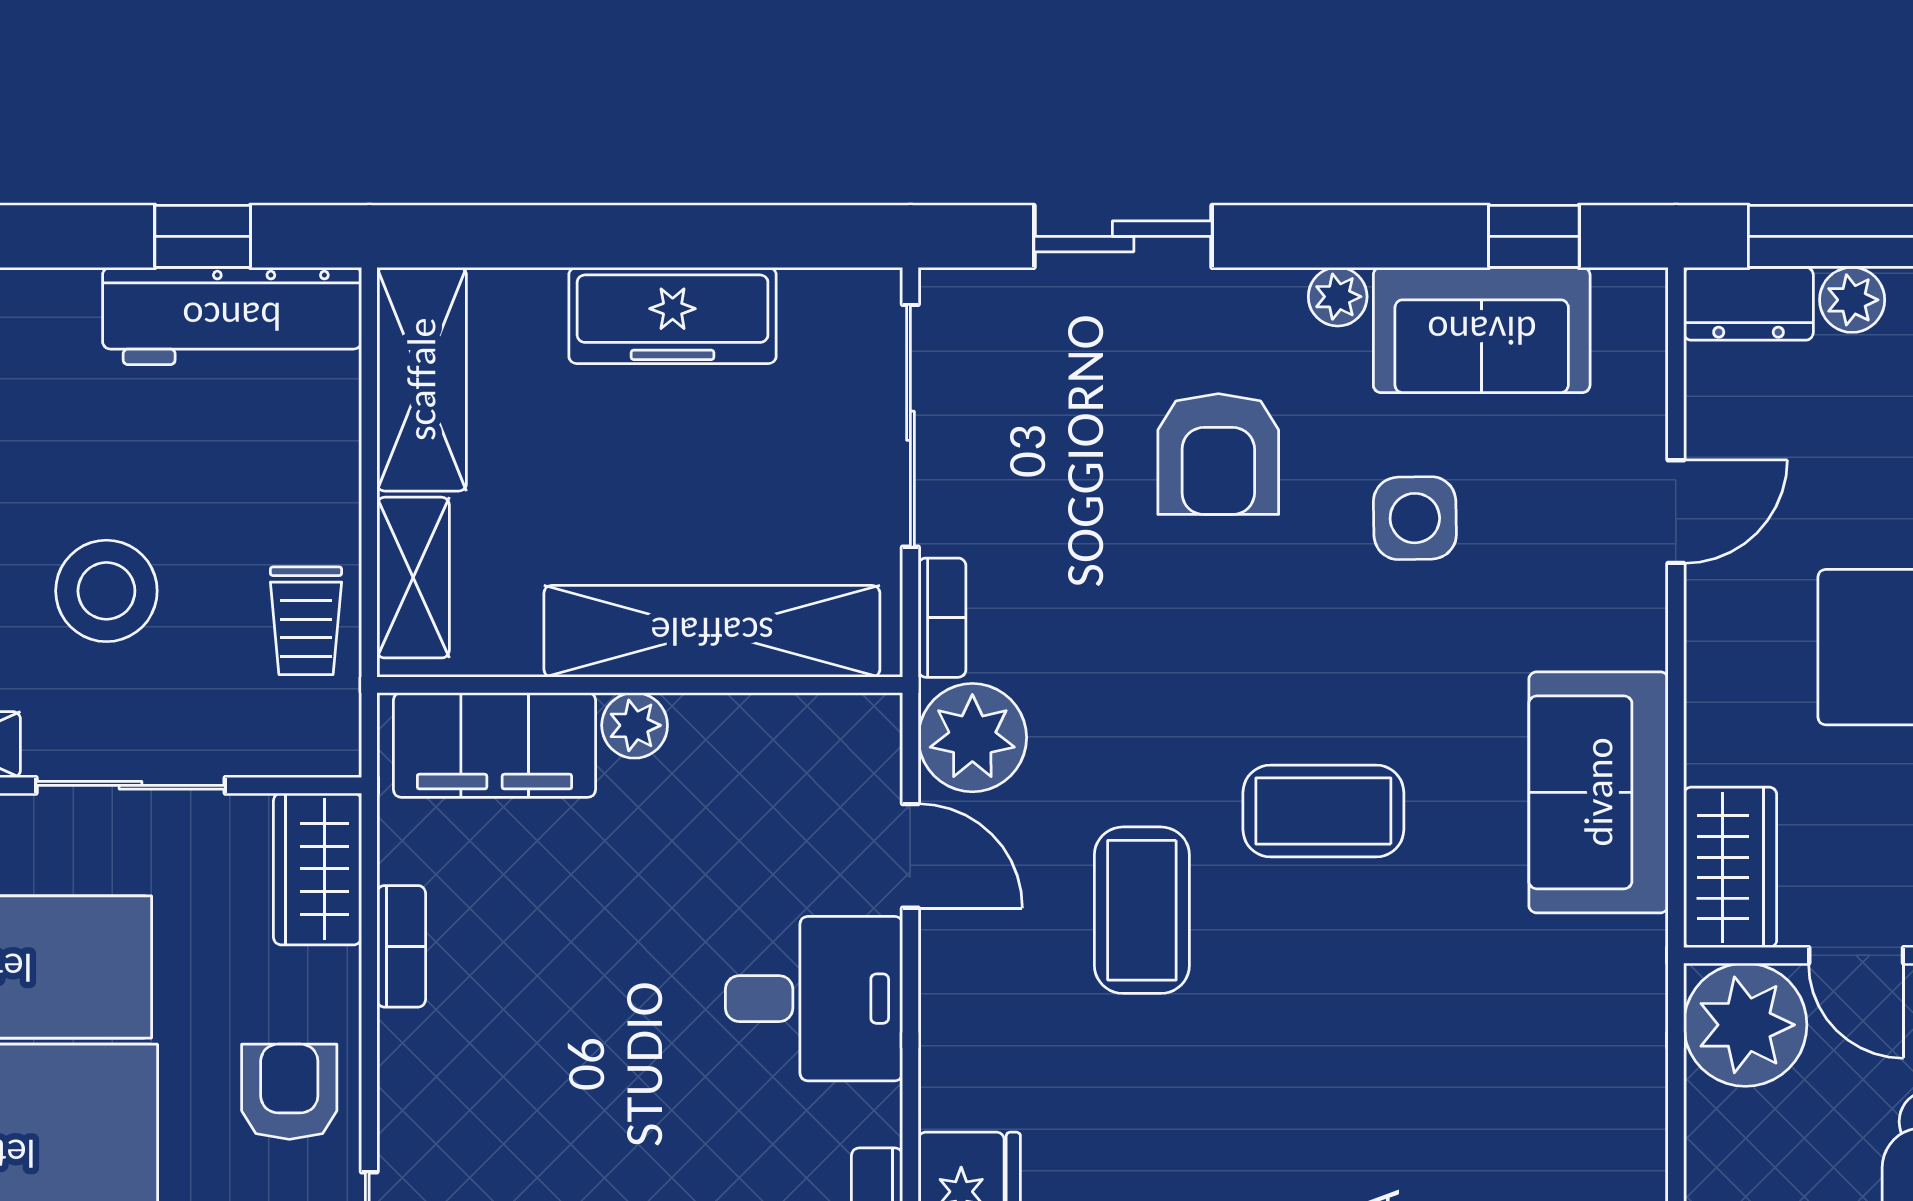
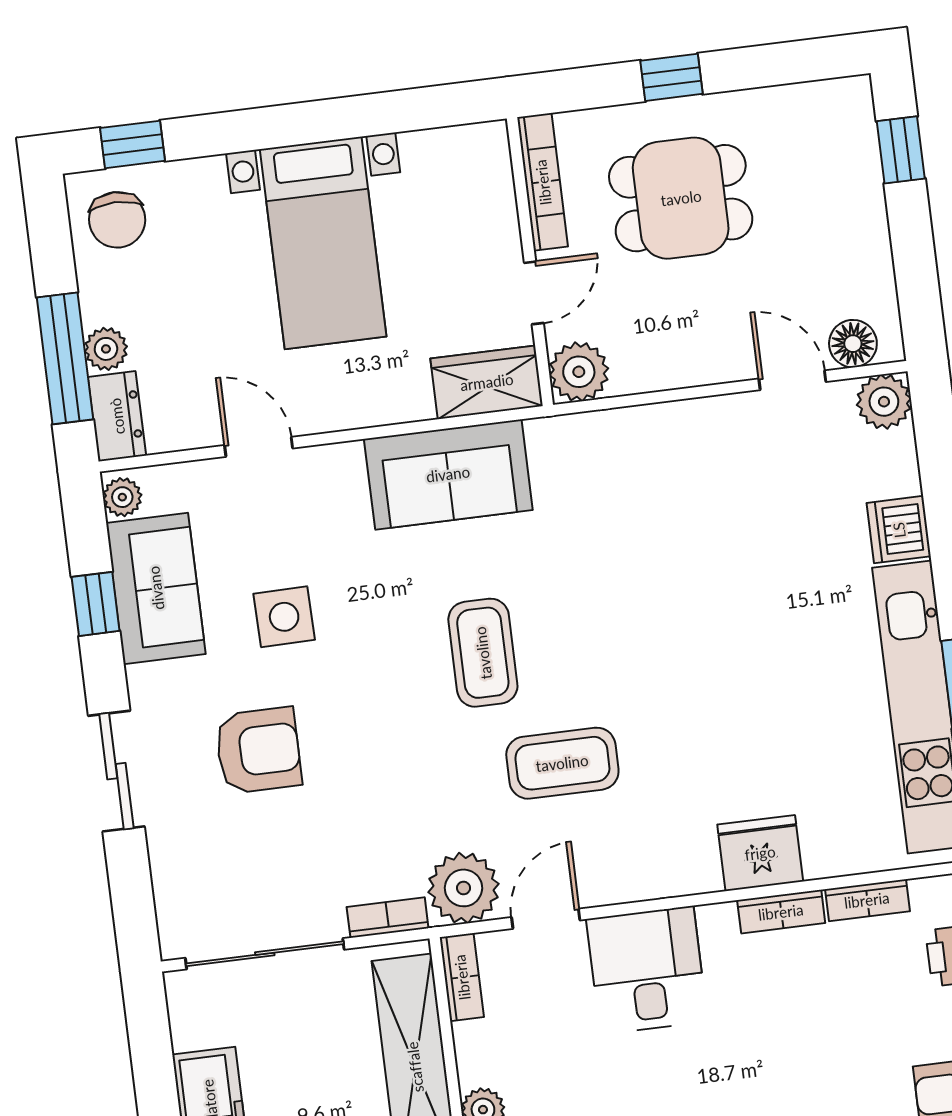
sliding door: (1123, 236) -> (116, 771), moved
window: (1534, 236) -> (96, 604), moved
plant: (1338, 297) -> (122, 497), moved
bookcase: (838, 718) -> (462, 977), added
plant: (1745, 1025) -> (579, 372), width x0.73, depth x0.73

